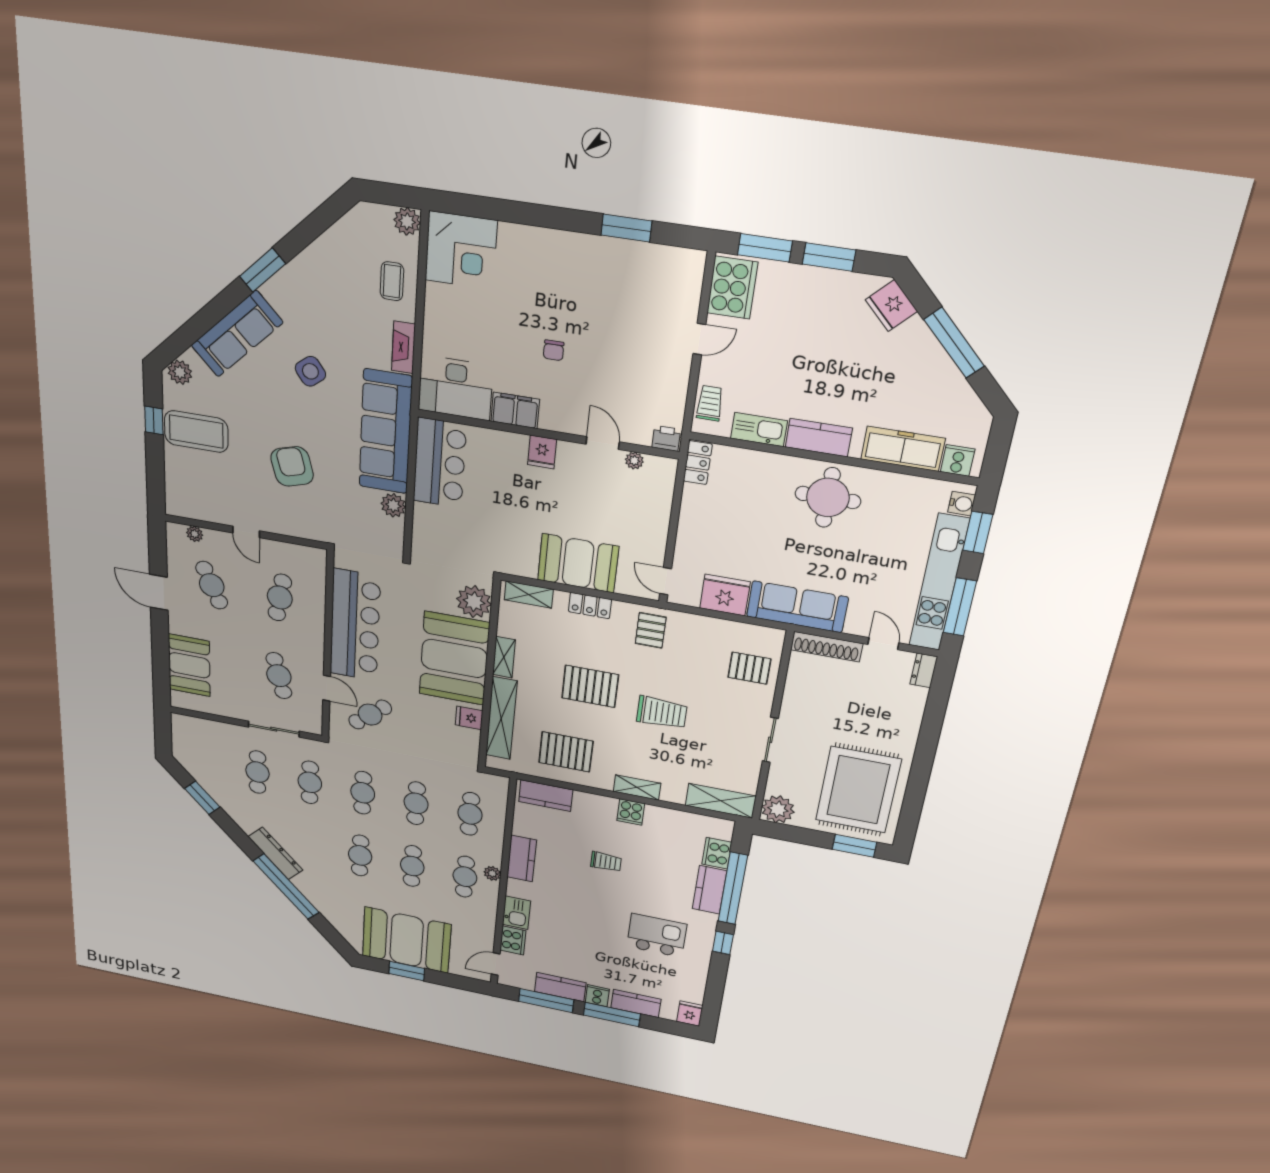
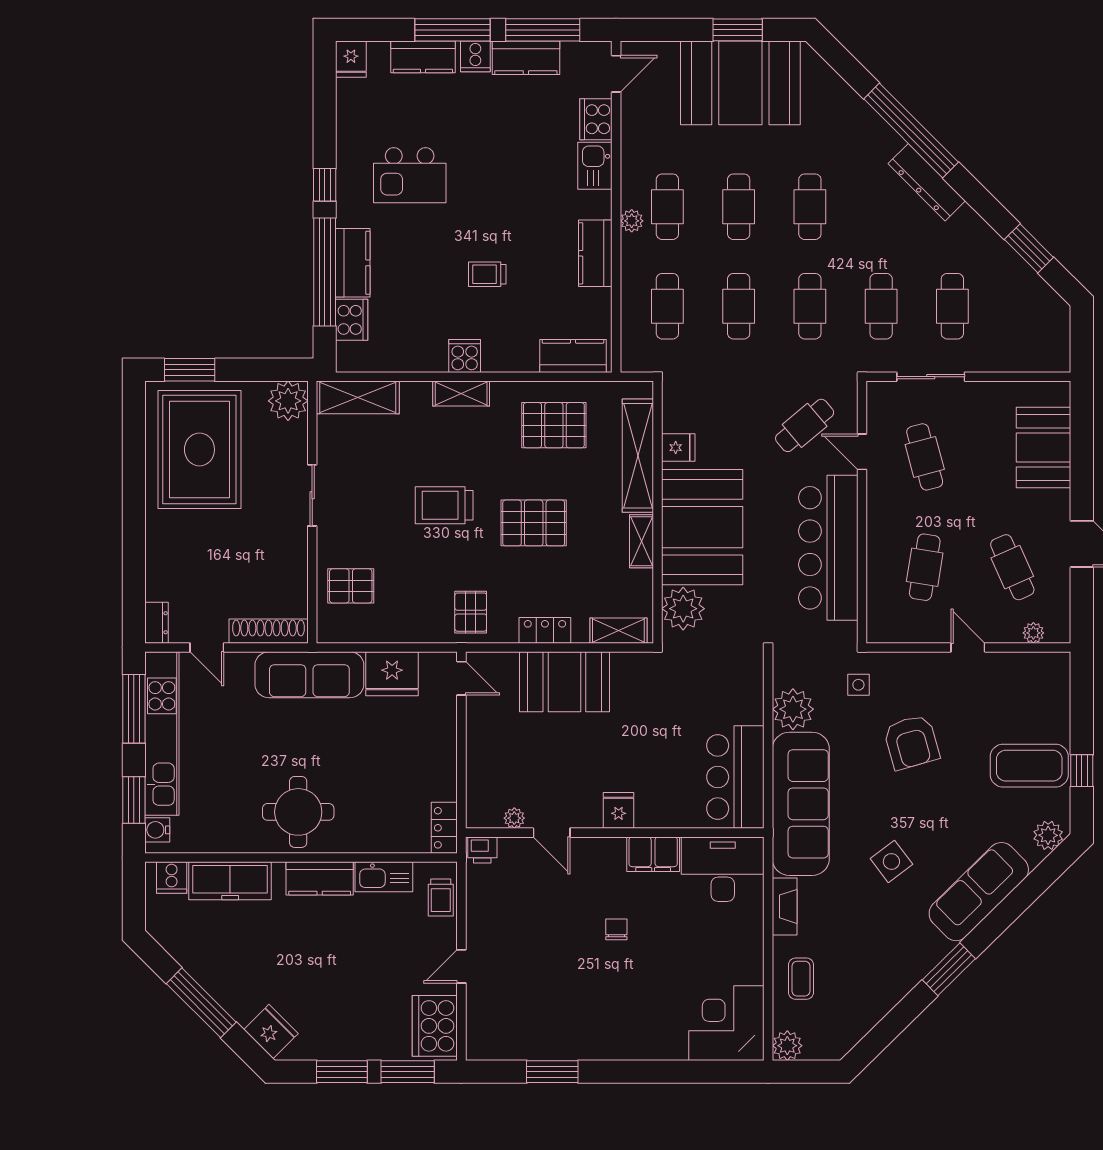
plant: (393, 505) -> (793, 709), width x1.36, depth x1.36
side table: (334, 519) -> (858, 685), added

